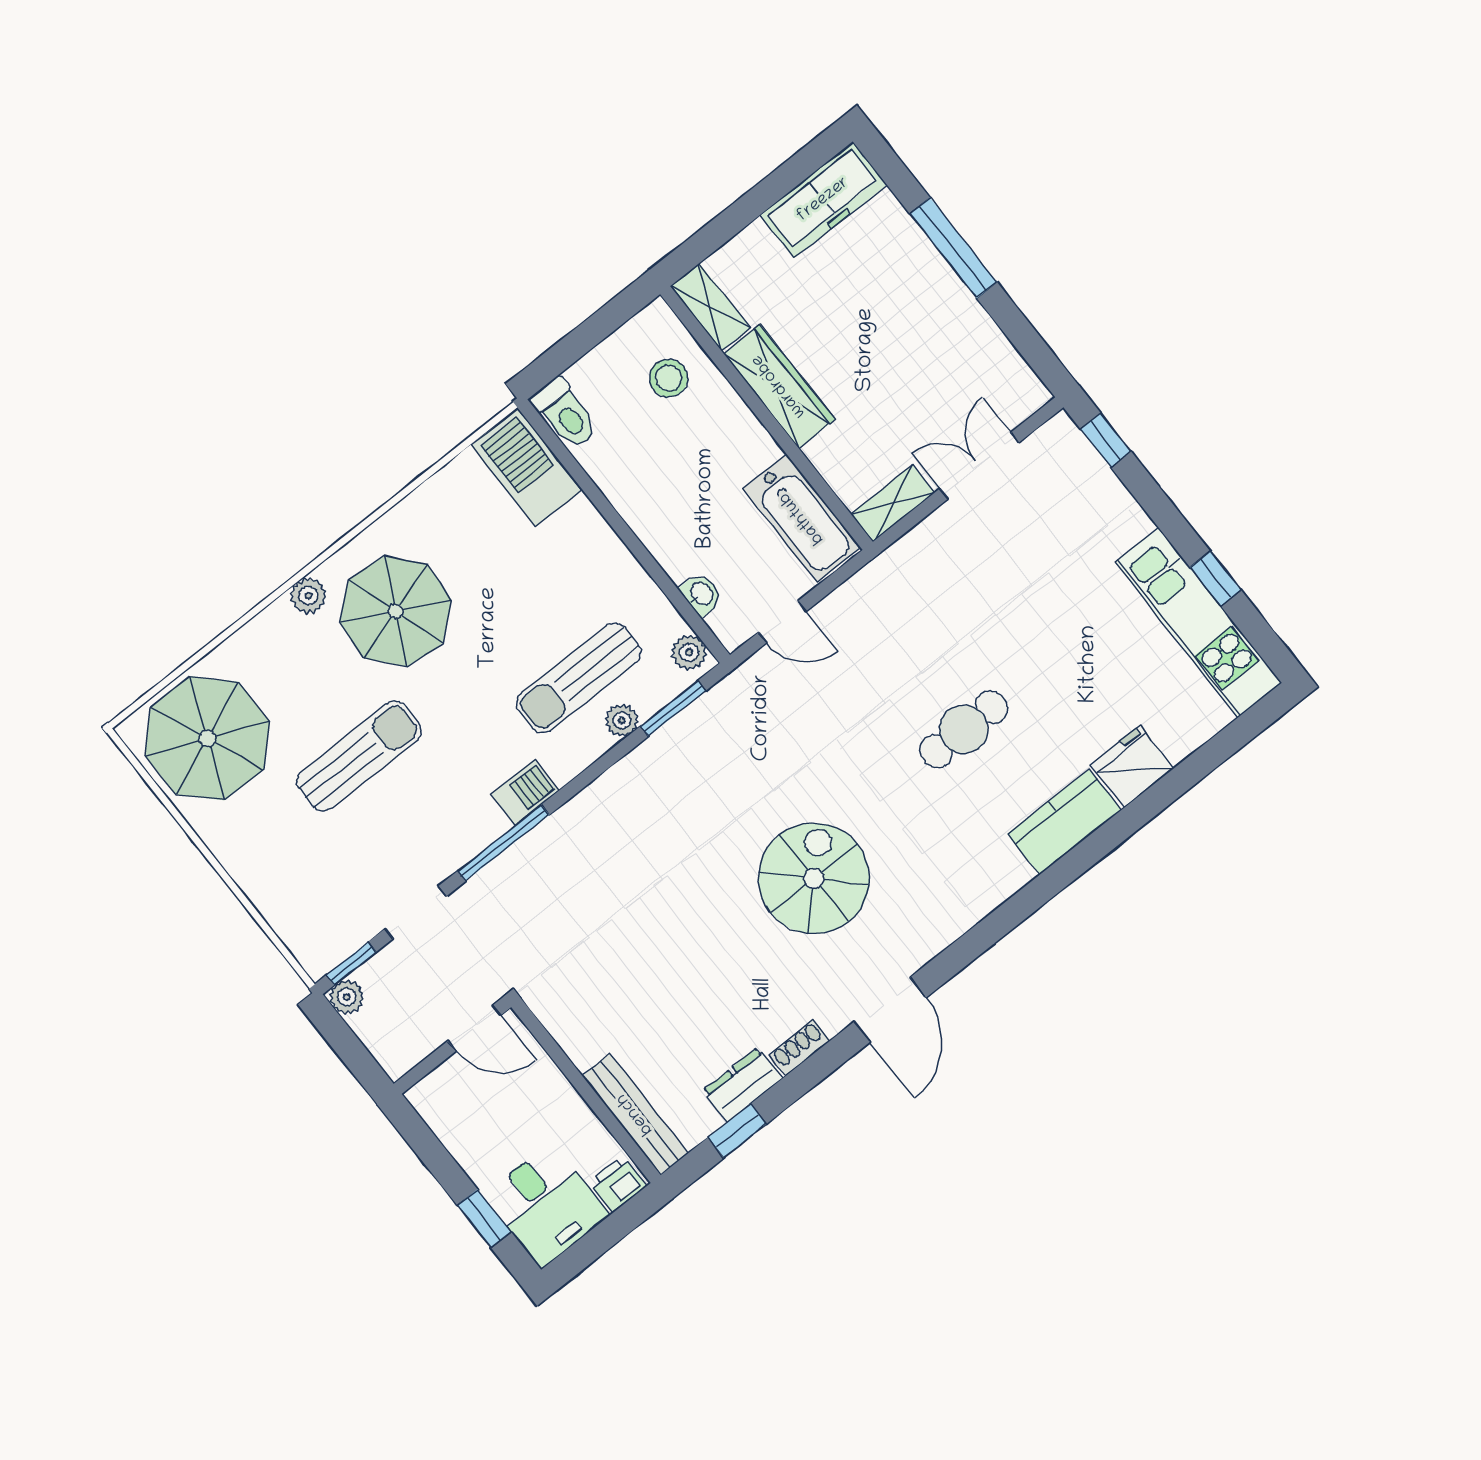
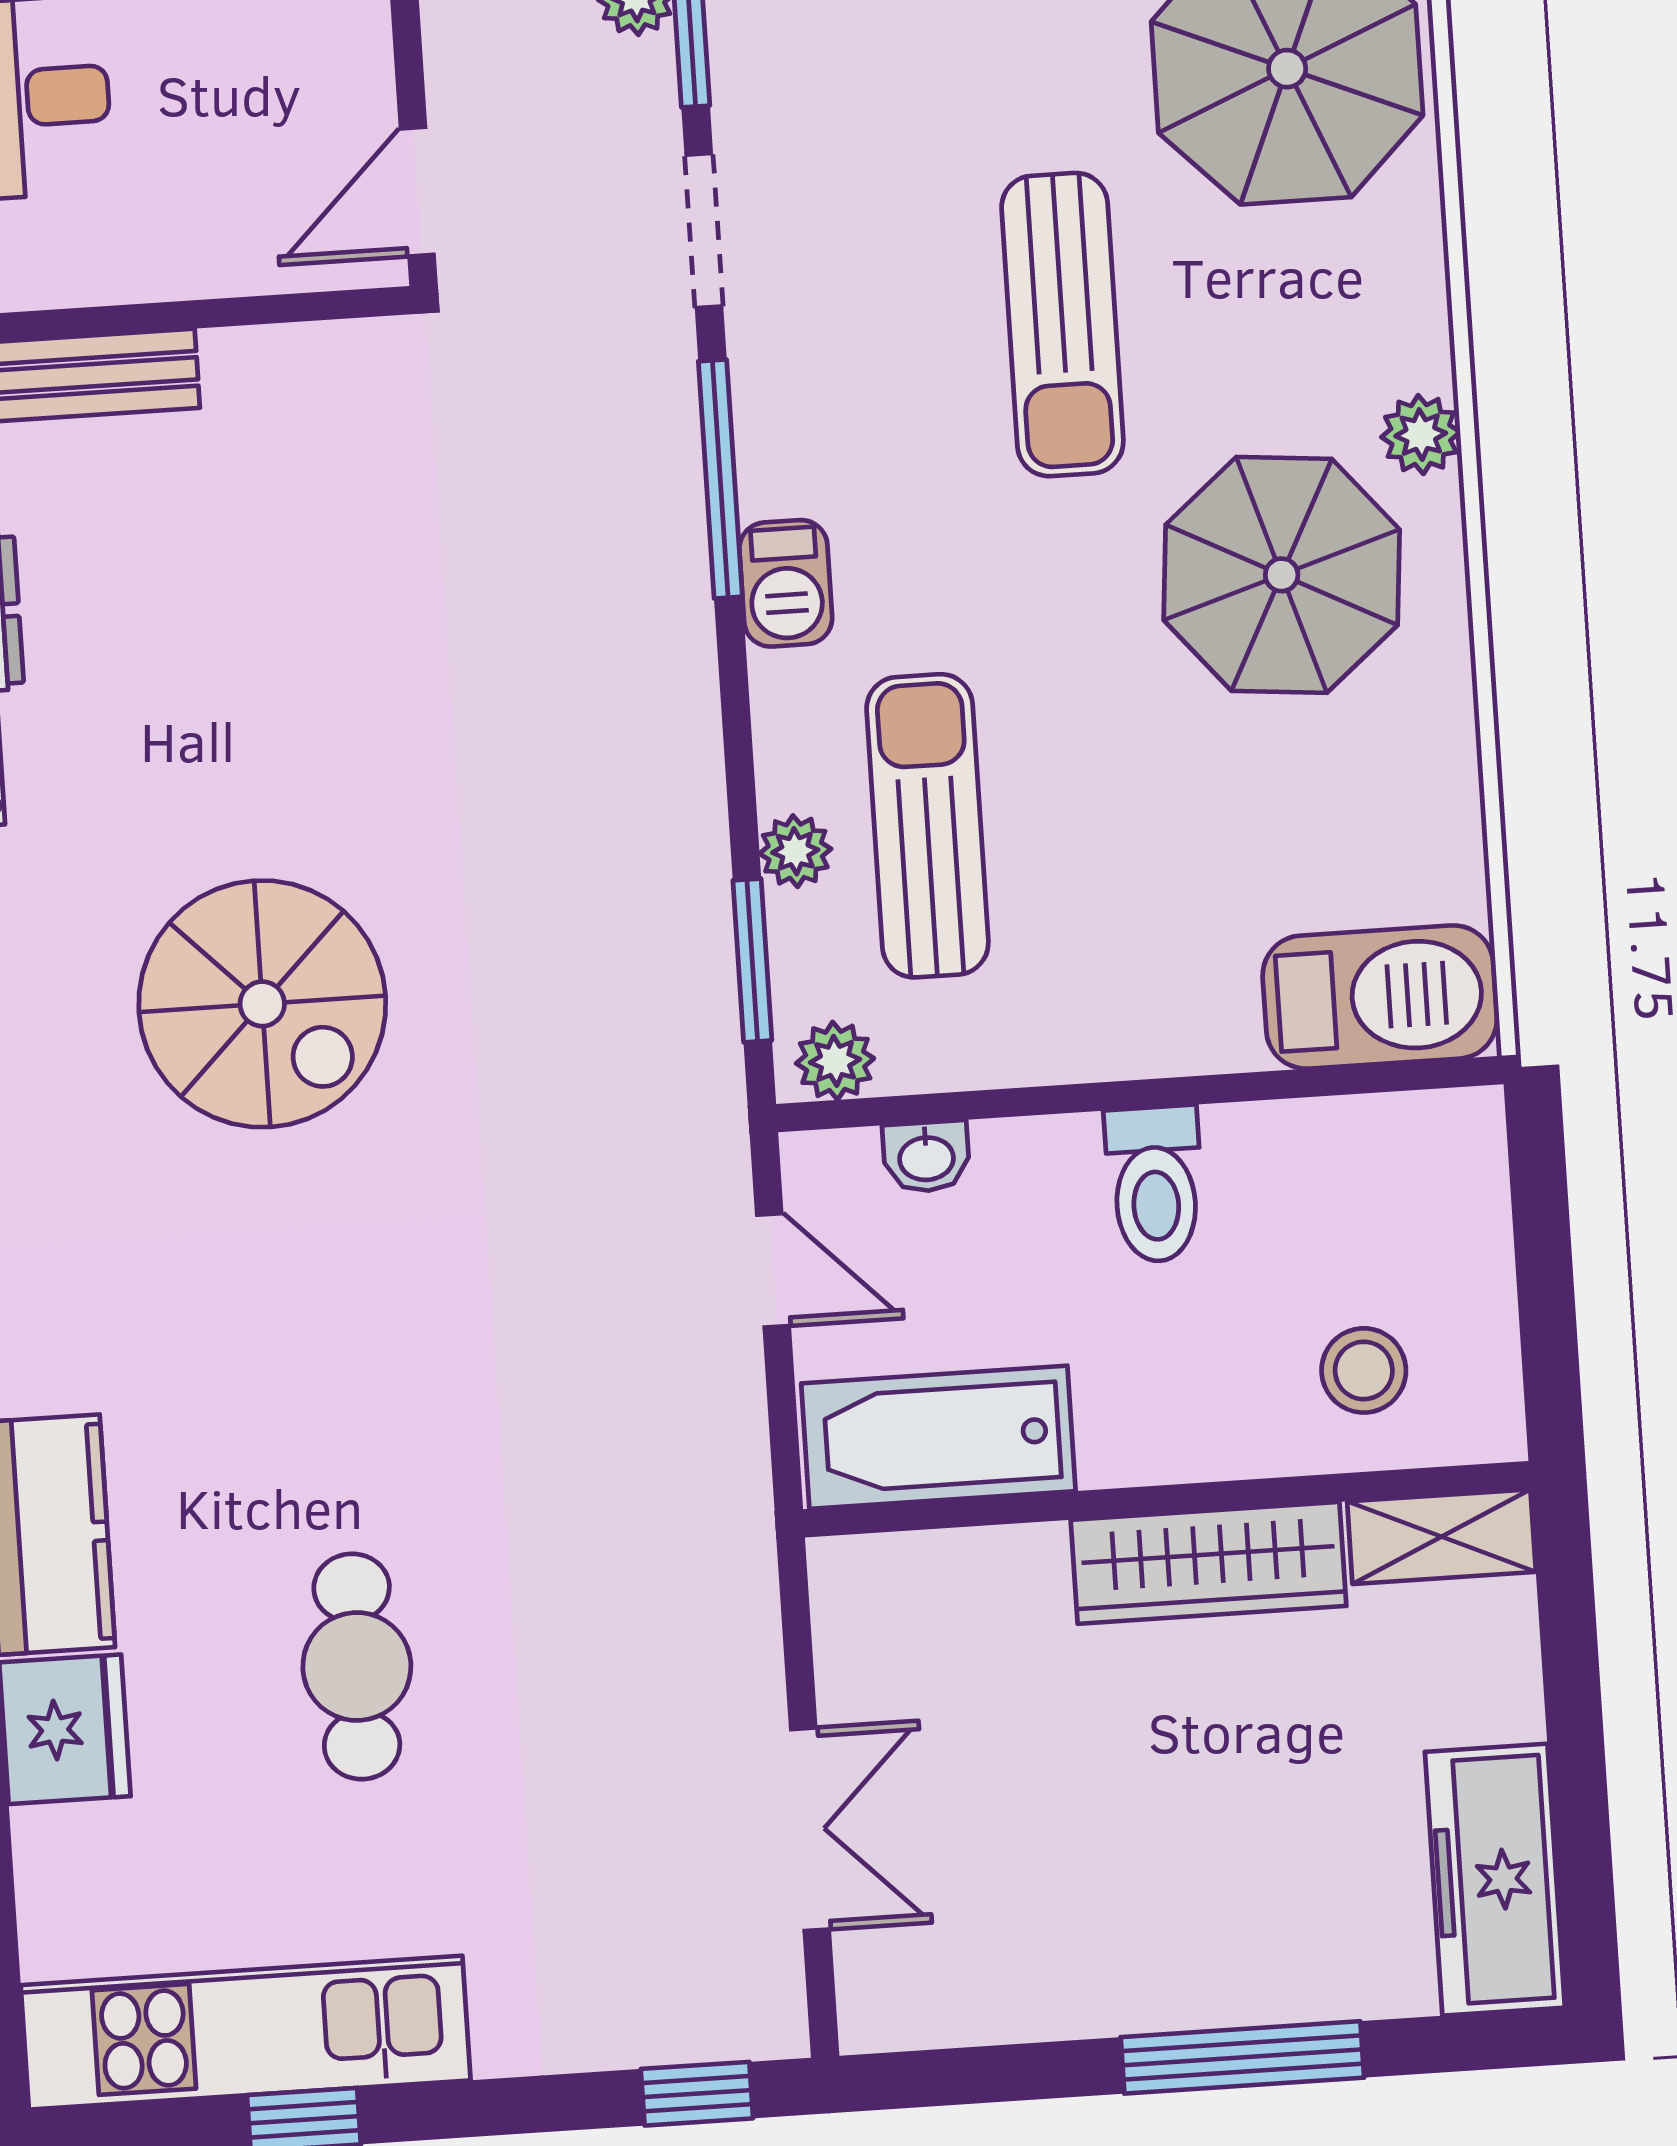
toilet: (565, 413) -> (1155, 1184), moved, turned -90
shelving: (893, 504) -> (850, 1623), removed
door: (782, 622) -> (773, 1270), swing flipped
cafe table: (964, 729) -> (357, 1667), moved

